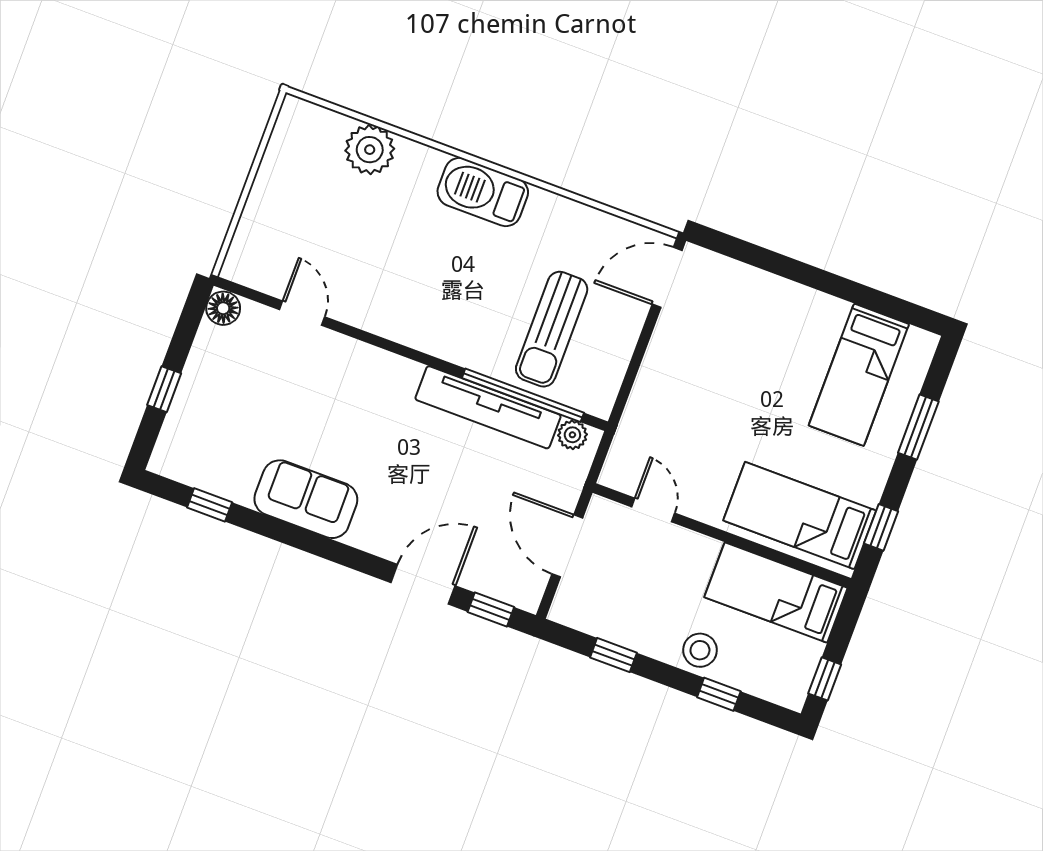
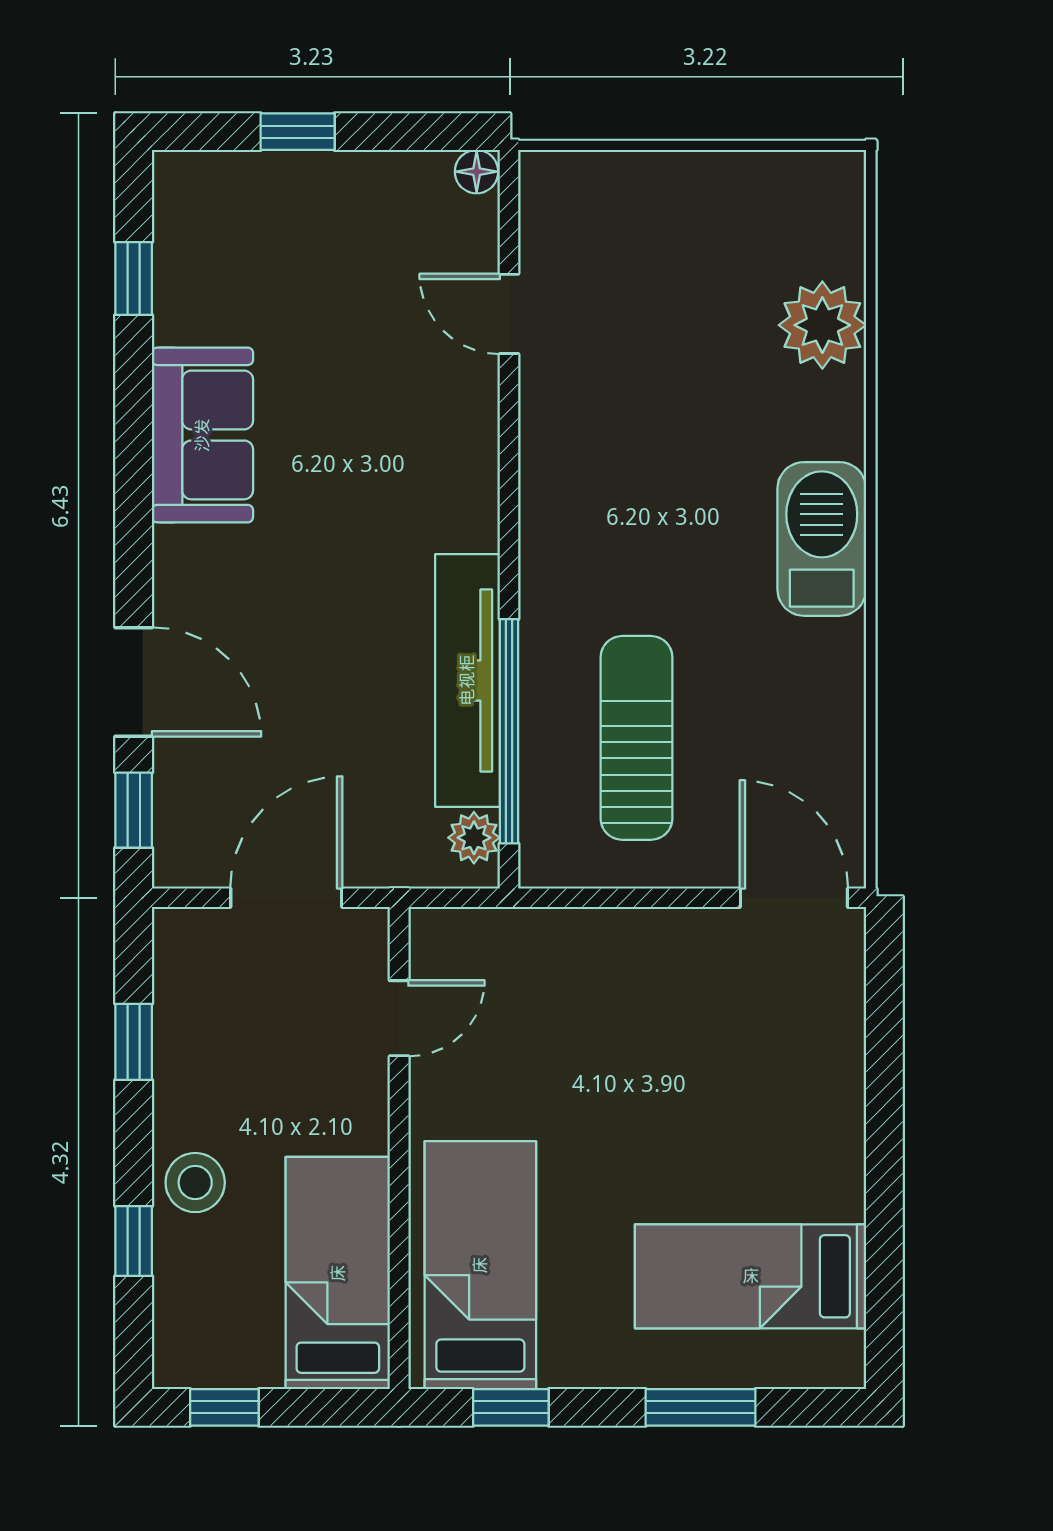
floor lamp: (223, 308) -> (477, 172), width x0.73, depth x0.73
door: (302, 313) -> (509, 314), swing flipped
sun lounger: (552, 329) -> (637, 738), turned 90

